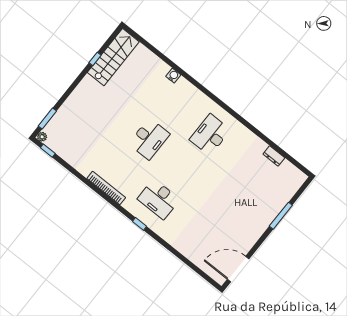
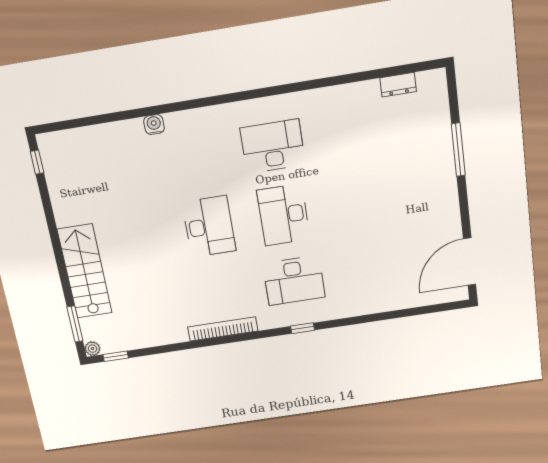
stairs: (113, 57) -> (85, 271), moved
window: (95, 59) -> (37, 162), moved
desk: (210, 135) -> (273, 146), turned 90
dresser: (274, 156) -> (398, 85), moved
desk: (184, 167) -> (284, 215), added

